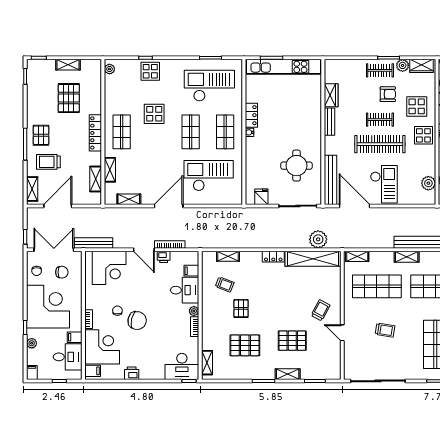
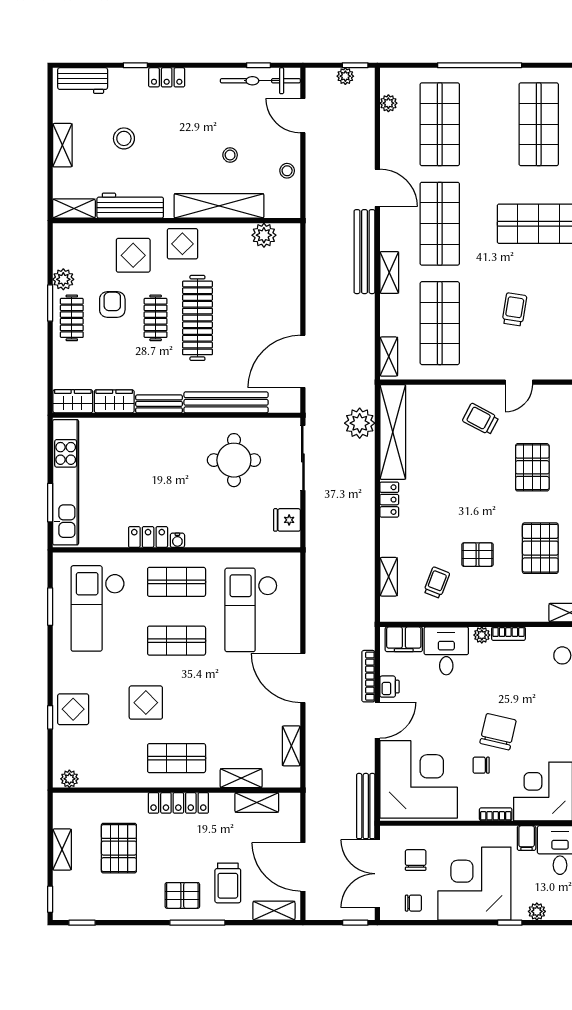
wardrobe: (421, 66) -> (73, 401), moved, turned -90
pallet: (69, 98) -> (119, 848), turned 90
bench: (330, 180) -> (226, 402), moved
checkout: (384, 184) -> (266, 311), removed
corner desk: (109, 268) -> (419, 779), width x1.36, depth x1.36
filing cabinet: (191, 271) -> (404, 639), width x2.00

